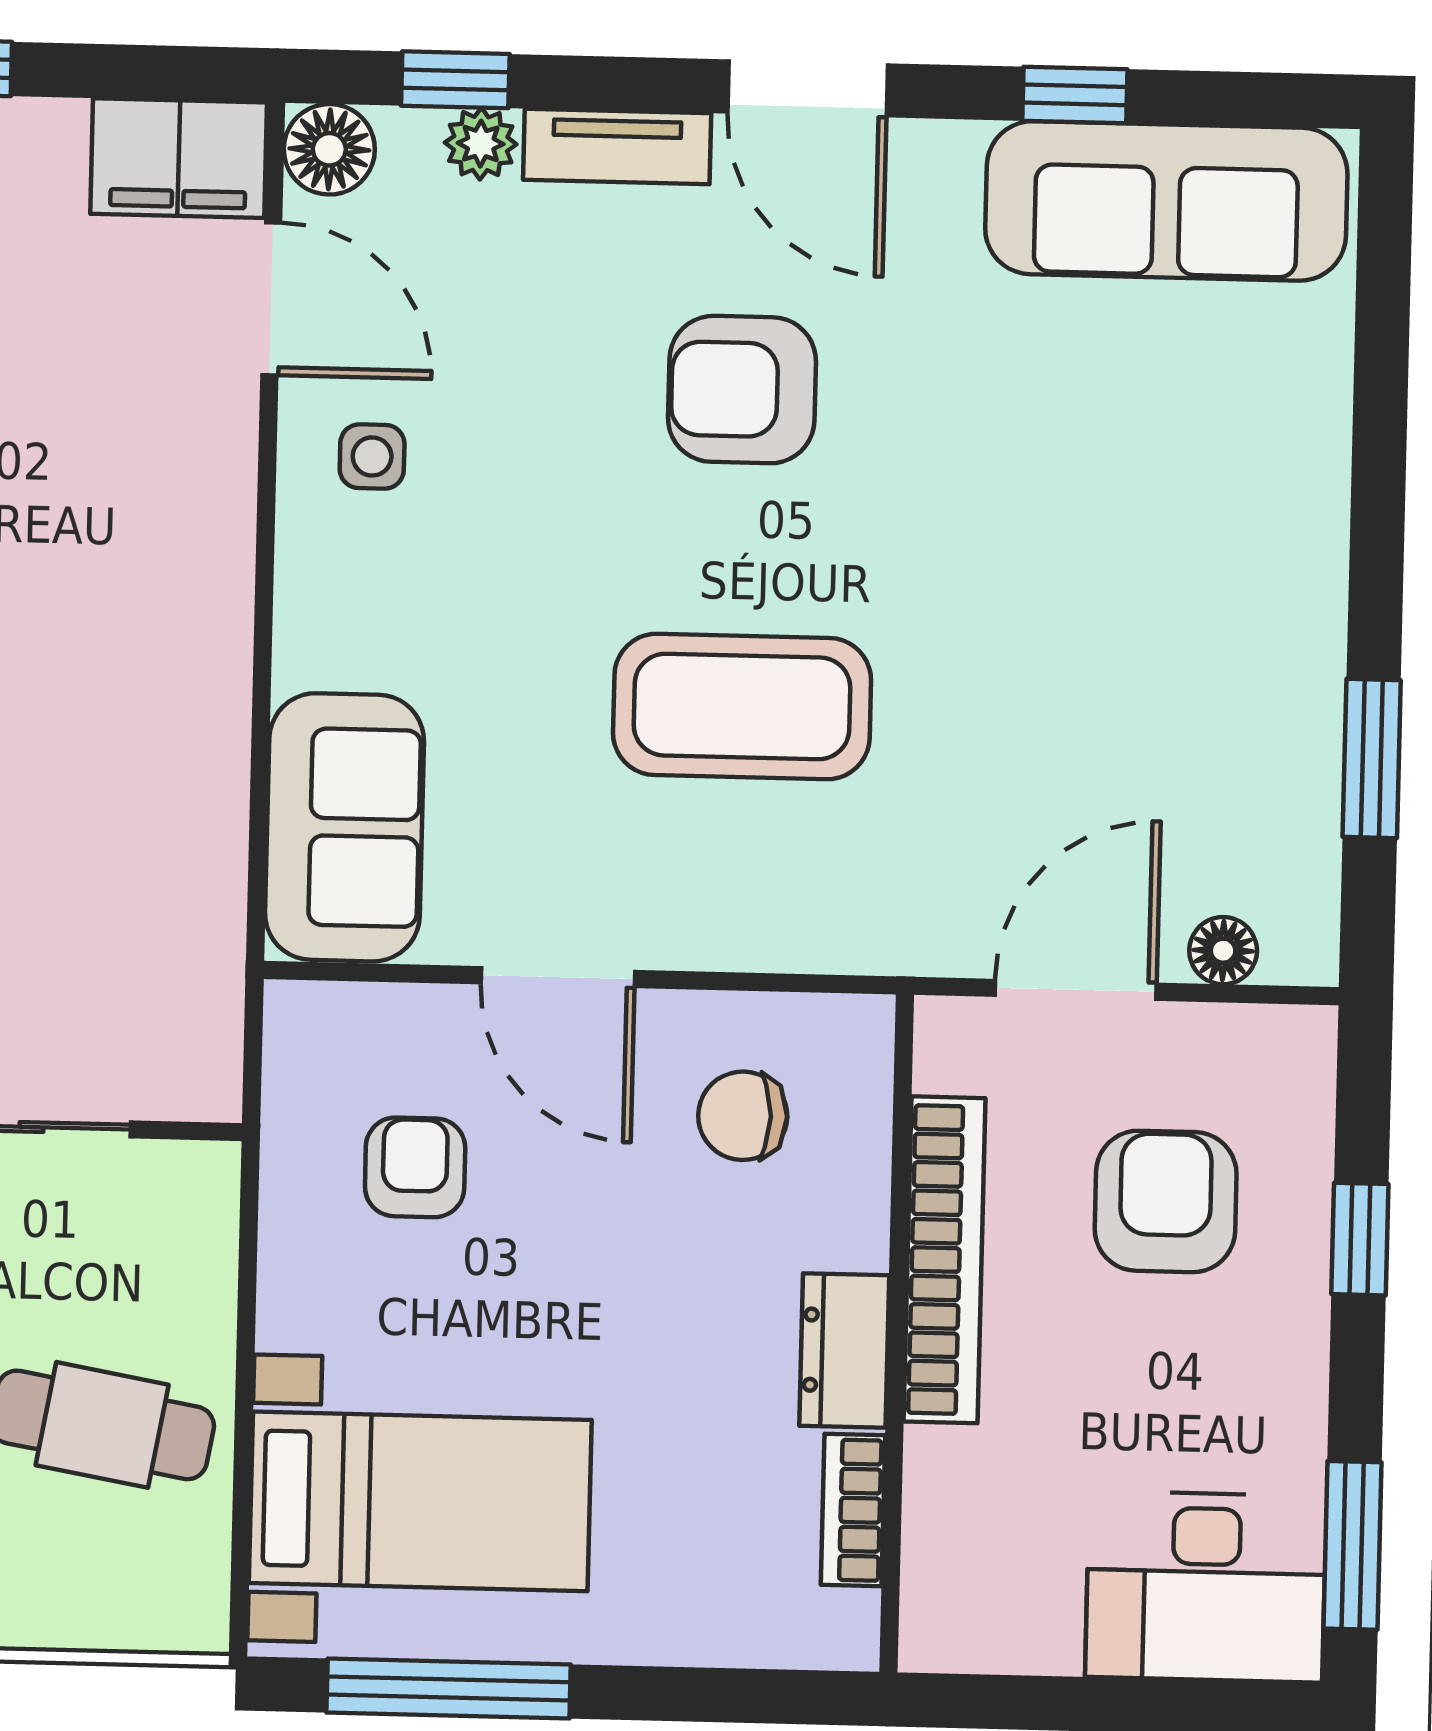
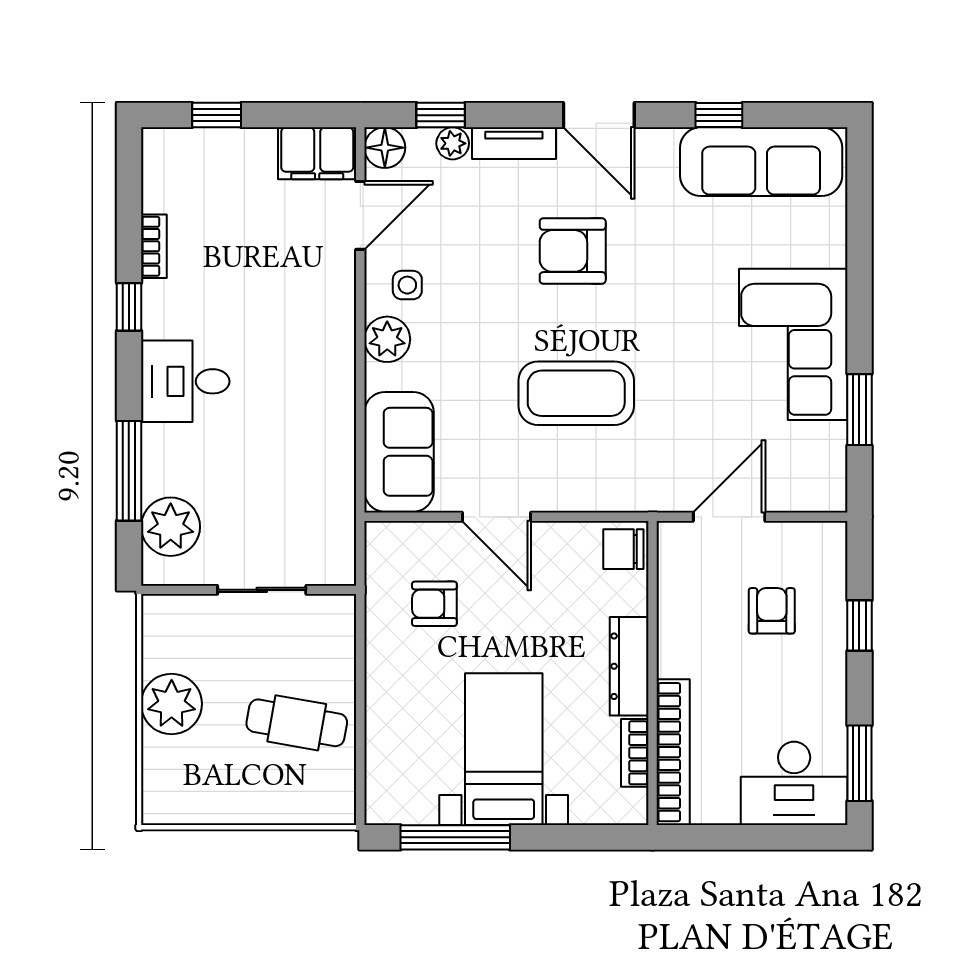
door: (271, 299) -> (360, 215), hinge flipped
plant: (324, 576) -> (387, 339), added
corner sofa: (1228, 609) -> (793, 344), added
floor lamp: (1223, 951) -> (795, 498), removed
chair: (743, 1116) -> (623, 549), moved
armchair: (415, 1167) -> (434, 604), turned -90
armchair: (1166, 1201) -> (772, 611), width x0.72, depth x0.72
bookcase: (944, 1260) -> (673, 752), moved
dresser: (844, 1350) -> (629, 666), width x1.44
bed with nightstands: (420, 1501) -> (504, 749), moved, turned -90

